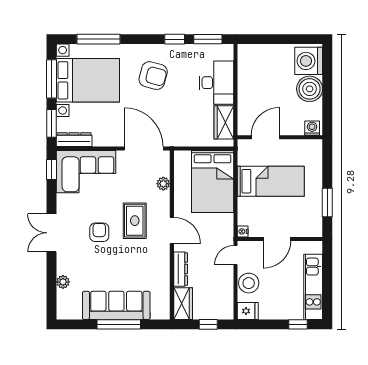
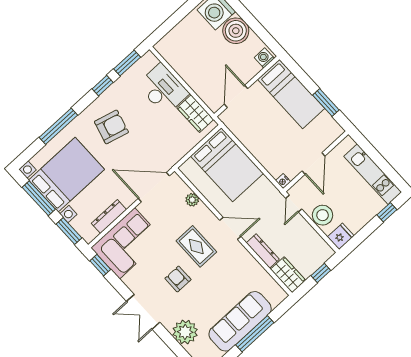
window: (99, 39) -> (58, 126), moved
dresser: (74, 140) -> (109, 216), moved
bed: (271, 181) -> (291, 94), moved, turned 90
plant: (63, 282) -> (185, 332), width x1.87, depth x1.87

